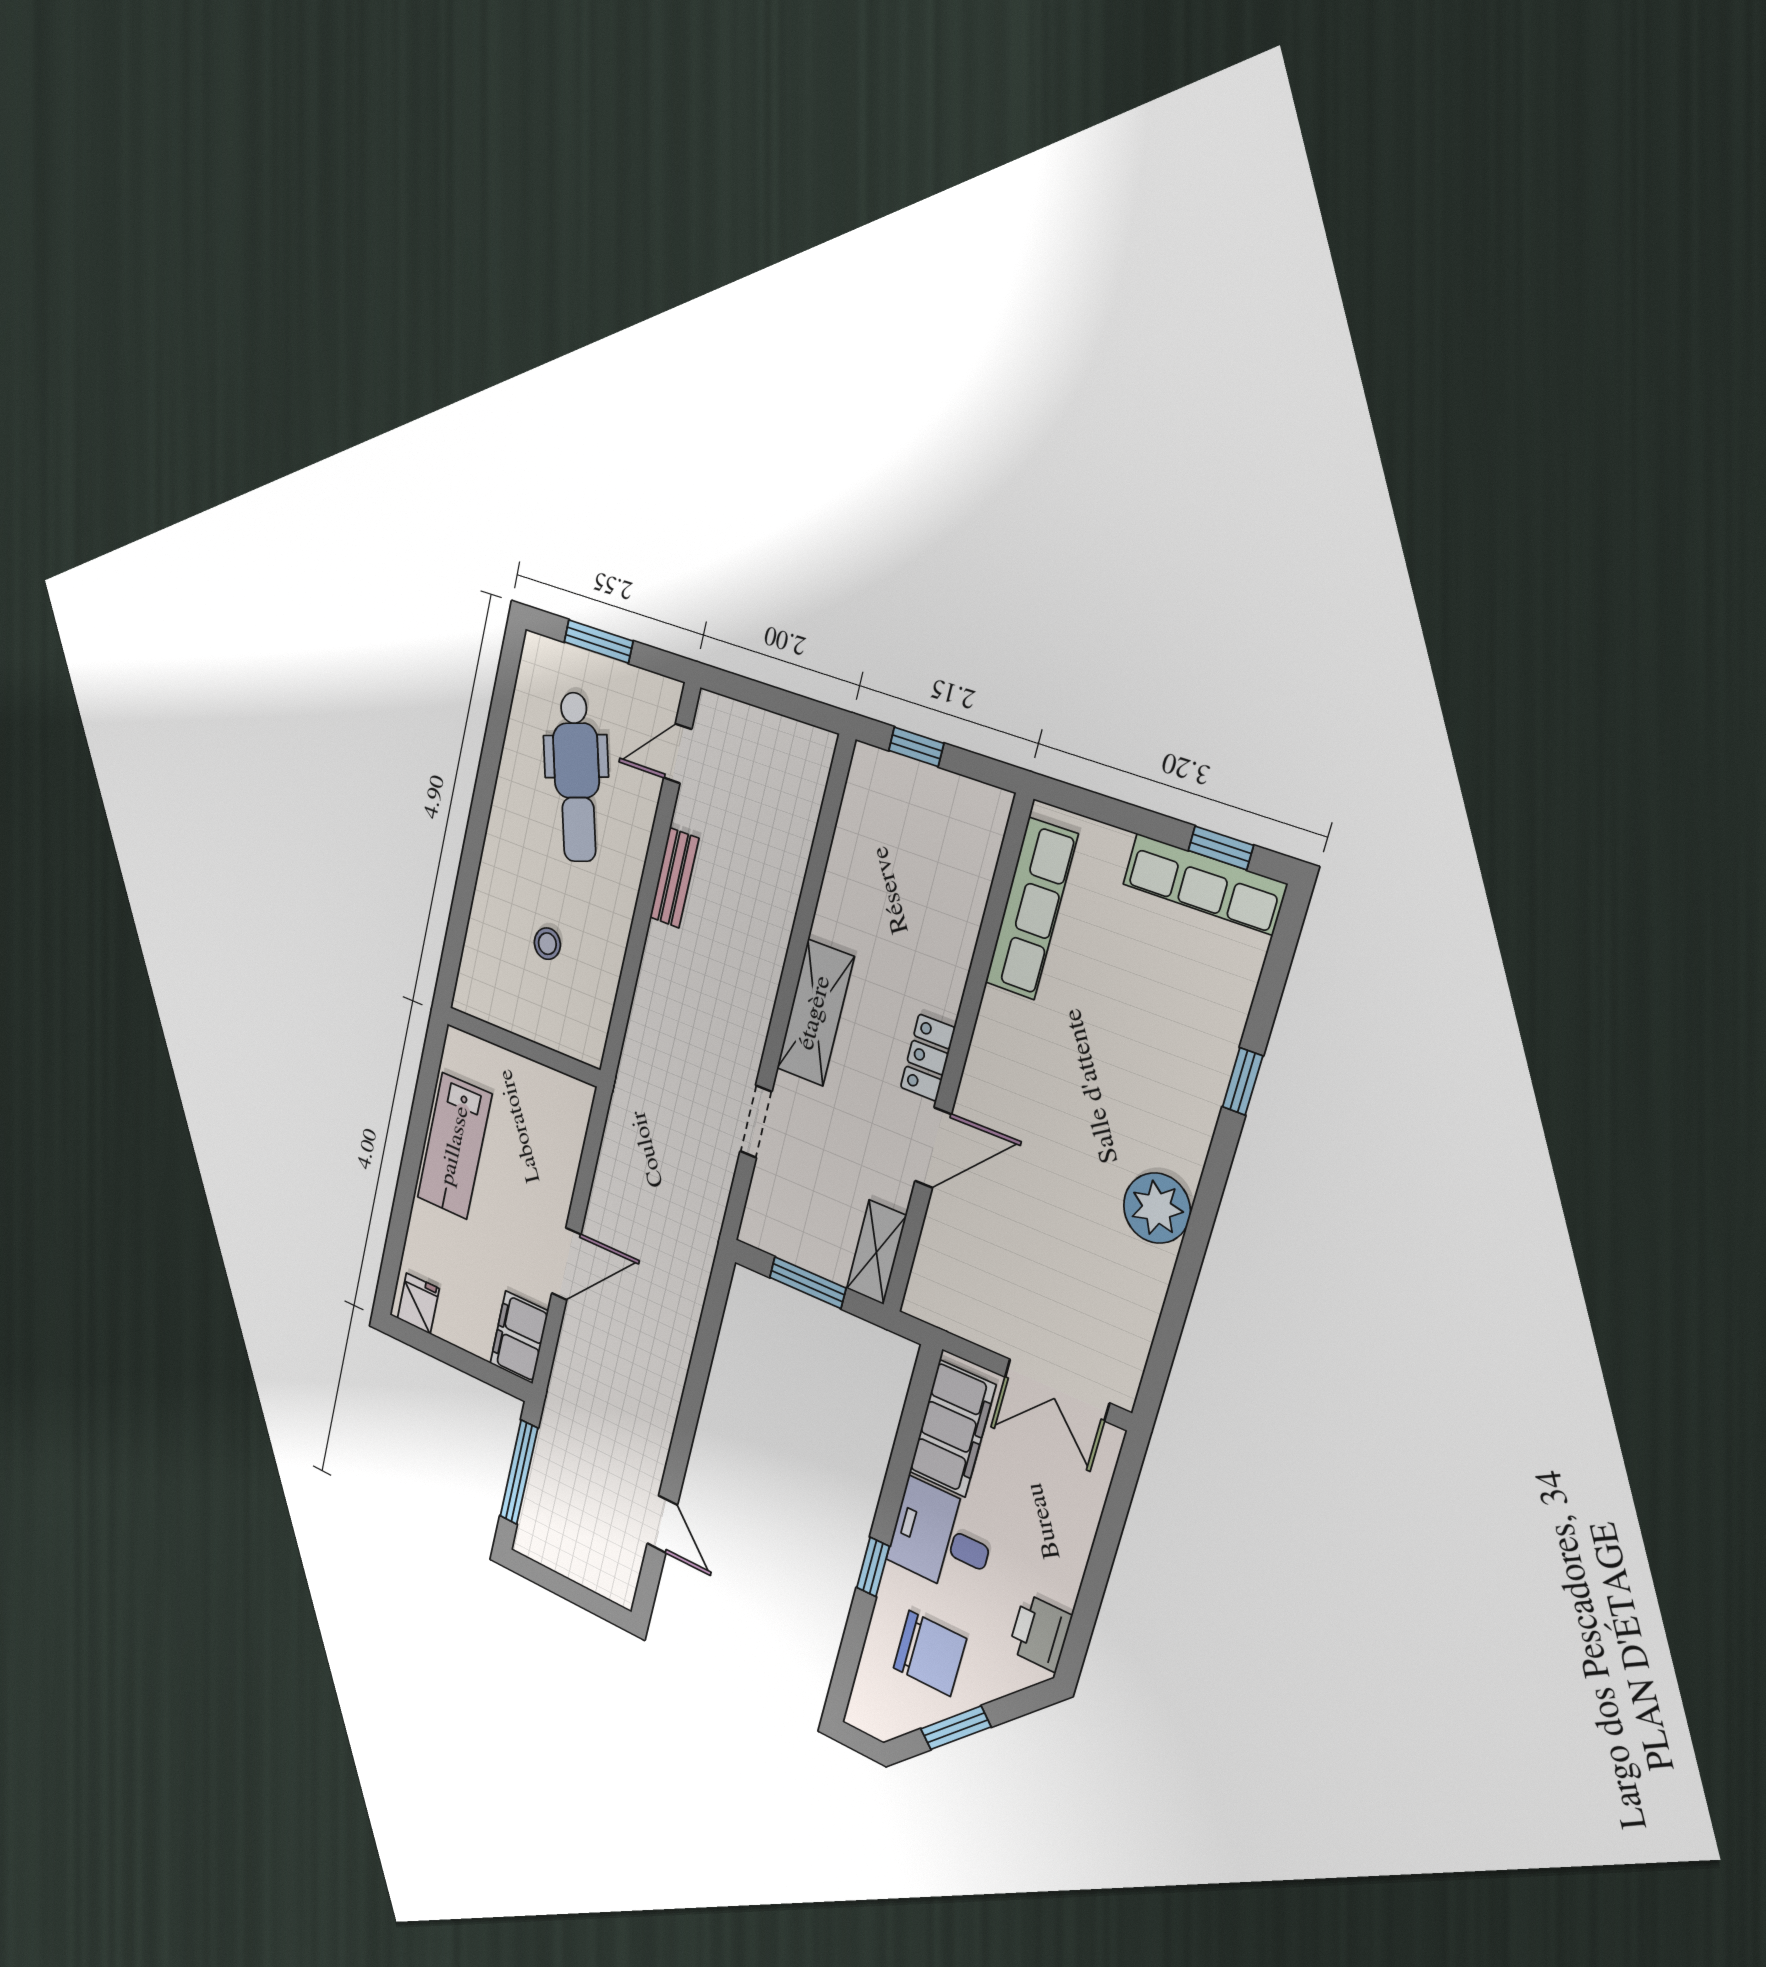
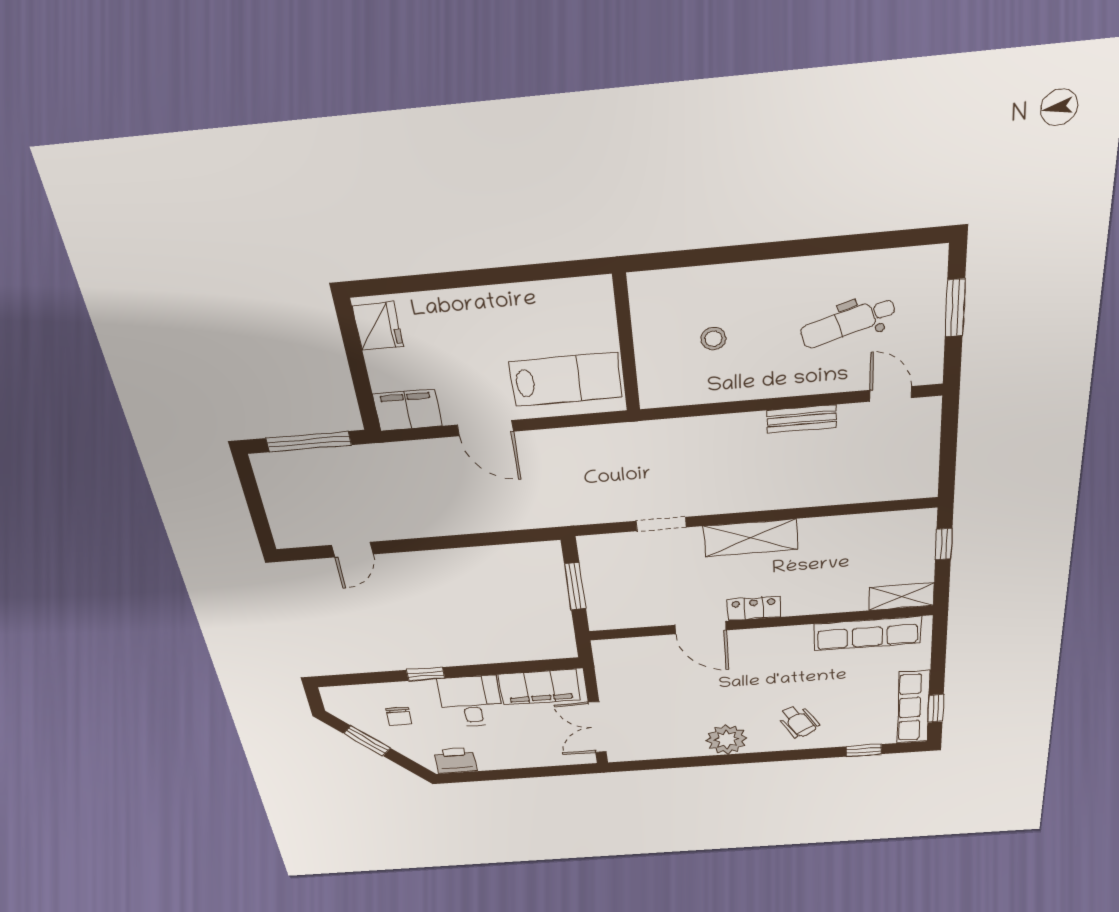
dental chair: (577, 777) -> (848, 323), width x0.73, depth x0.72
wheelchair: (1163, 1079) -> (798, 721), added
window: (1243, 1081) -> (864, 750), moved
lab bench: (455, 1146) -> (566, 380), moved, turned 180
shelving: (876, 1252) -> (901, 597), moved
fridge: (418, 1304) -> (378, 326), width x1.38
chair: (930, 1653) -> (399, 716), width x0.54, depth x0.54

